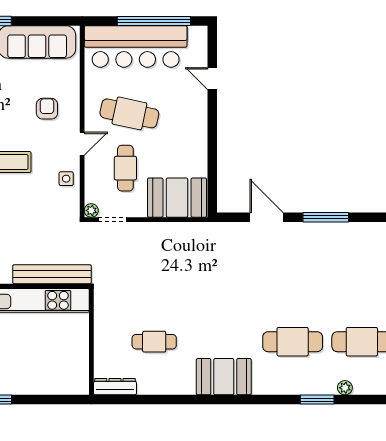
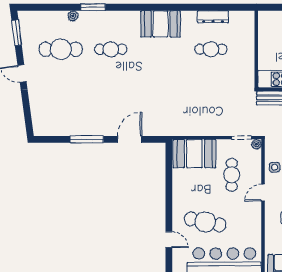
cafe table: (129, 113) -> (205, 222), moved
door: (267, 217) -> (130, 139), swing flipped
cafe table: (293, 342) -> (111, 49), width x0.73, depth x0.74
dresser: (115, 387) -> (213, 17), moved

